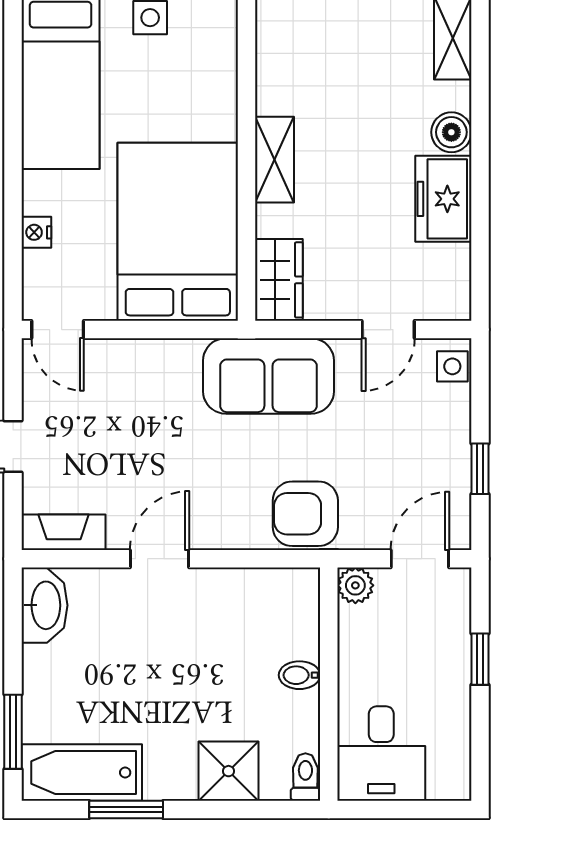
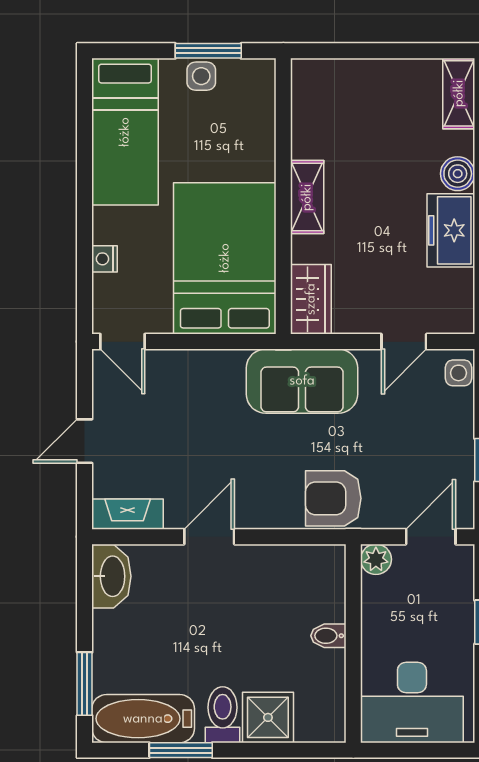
desk: (381, 754) -> (412, 702), width x1.37
toilet: (305, 777) -> (223, 715), moved, width x1.37, depth x1.39

